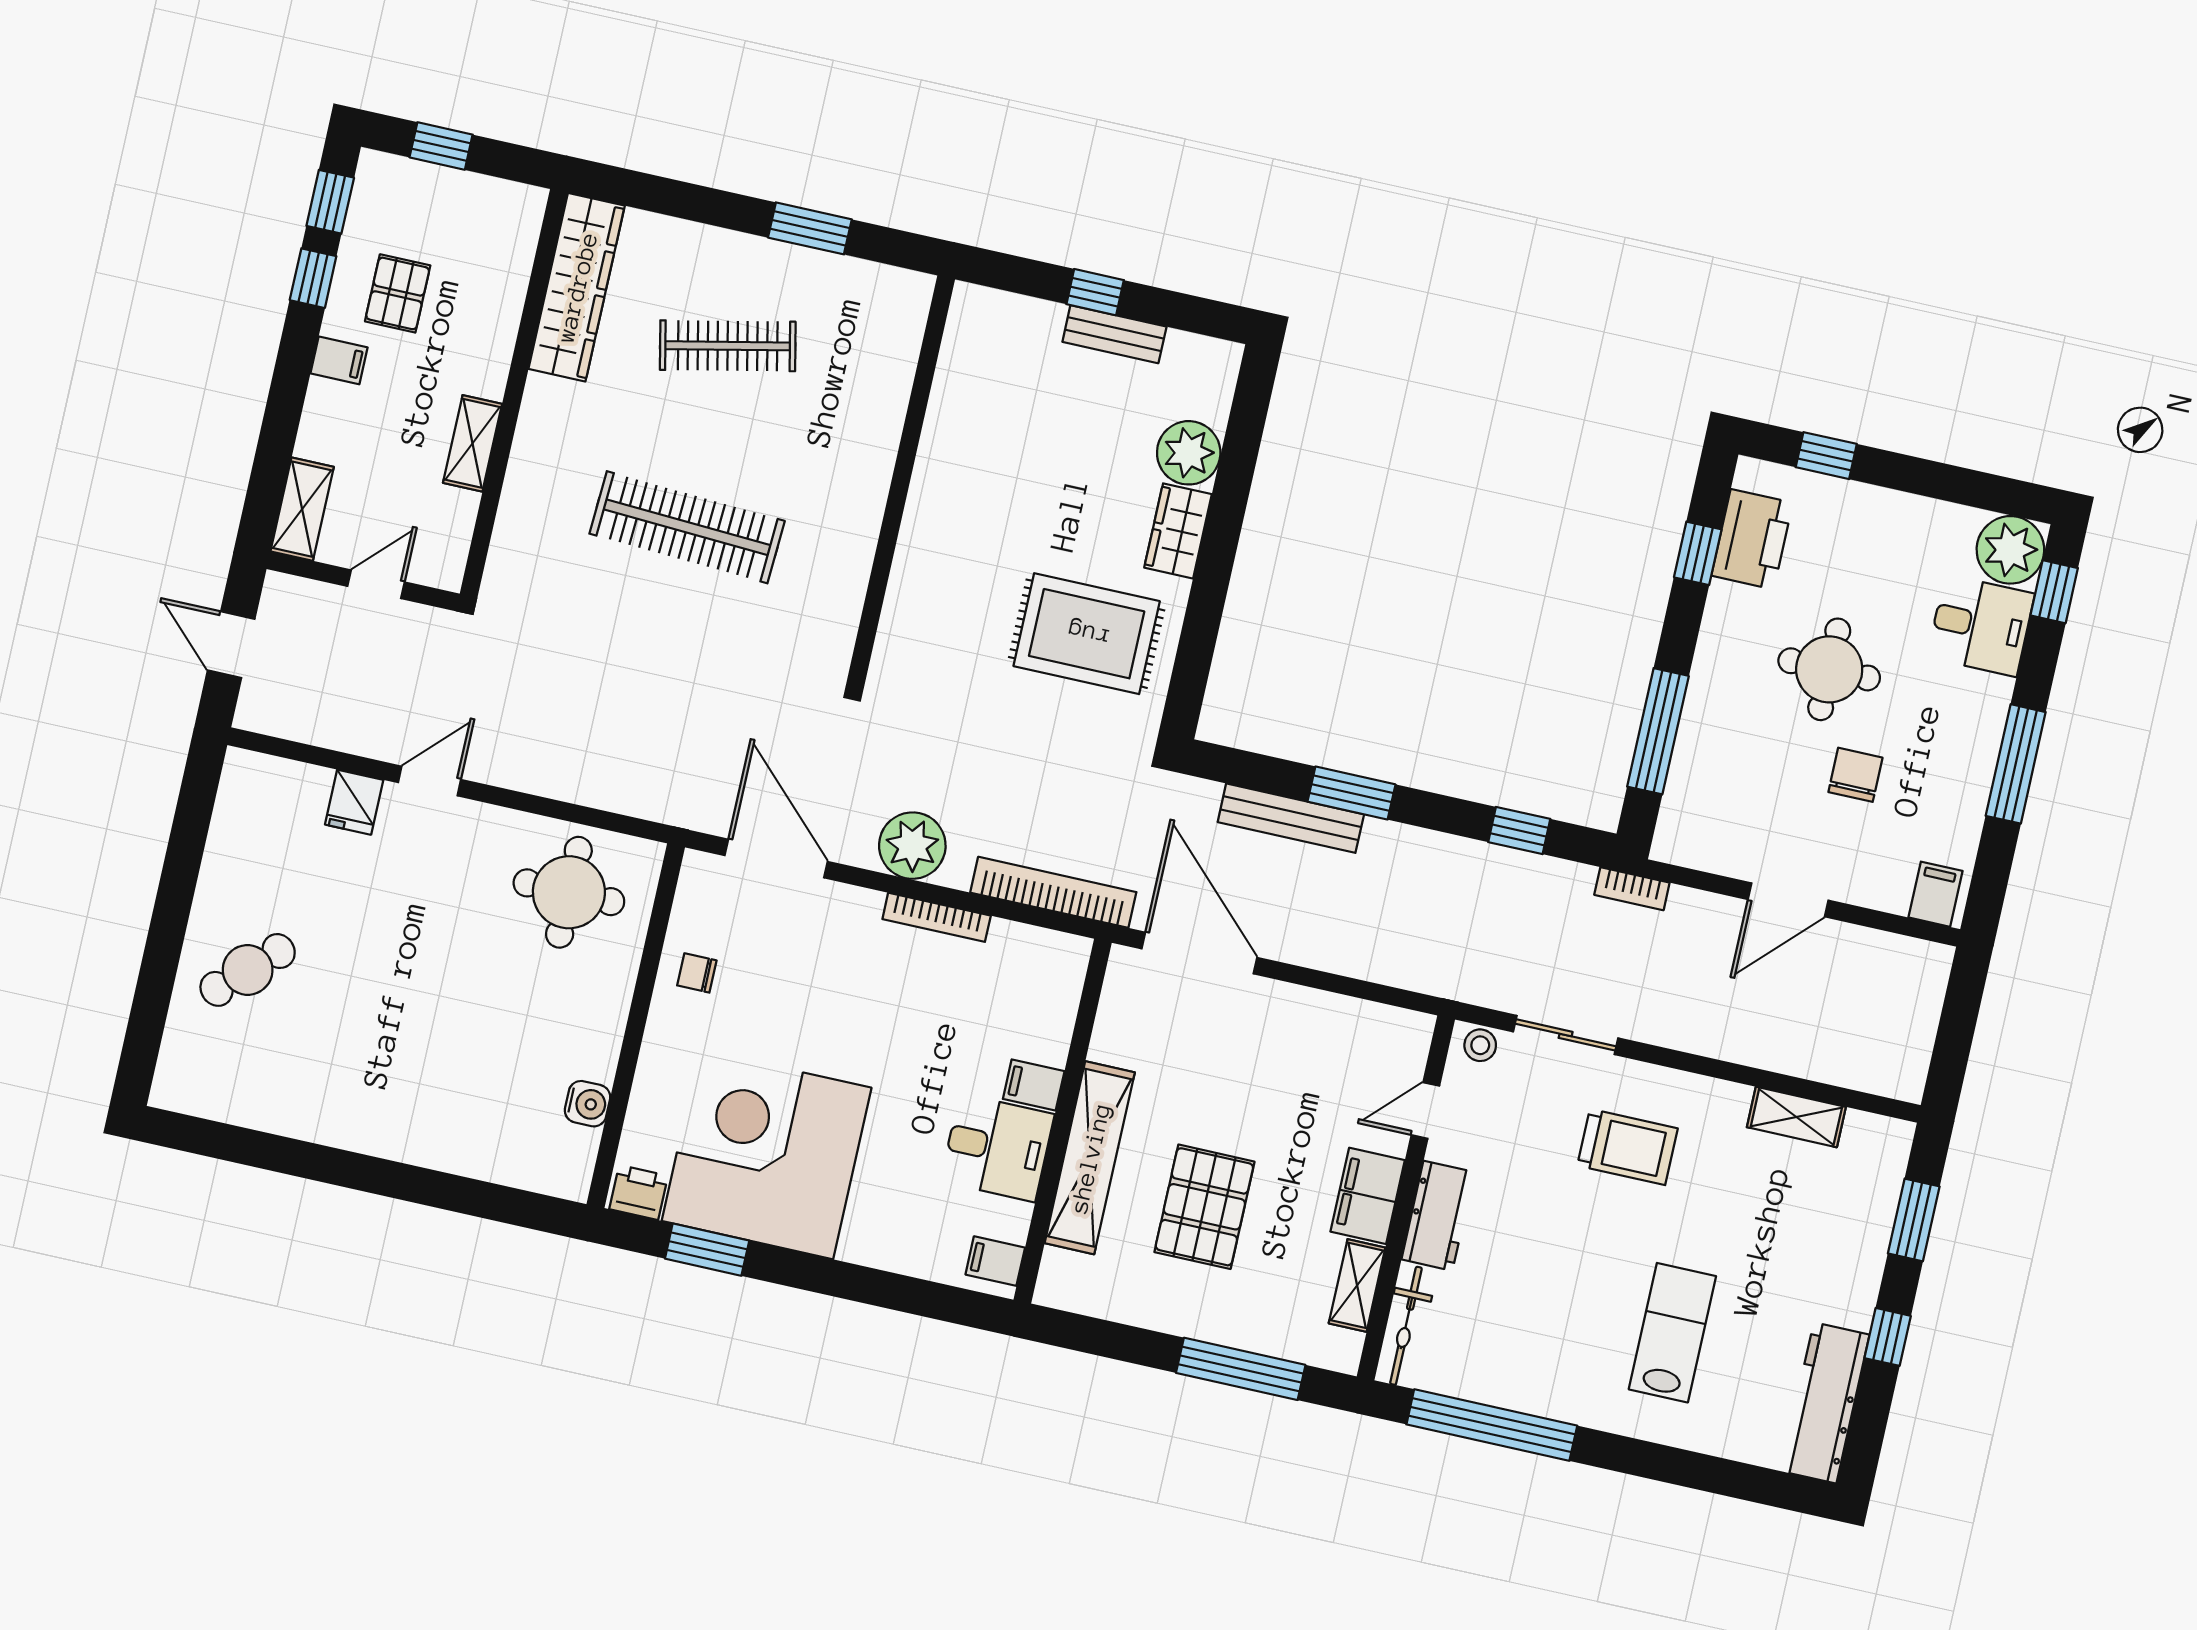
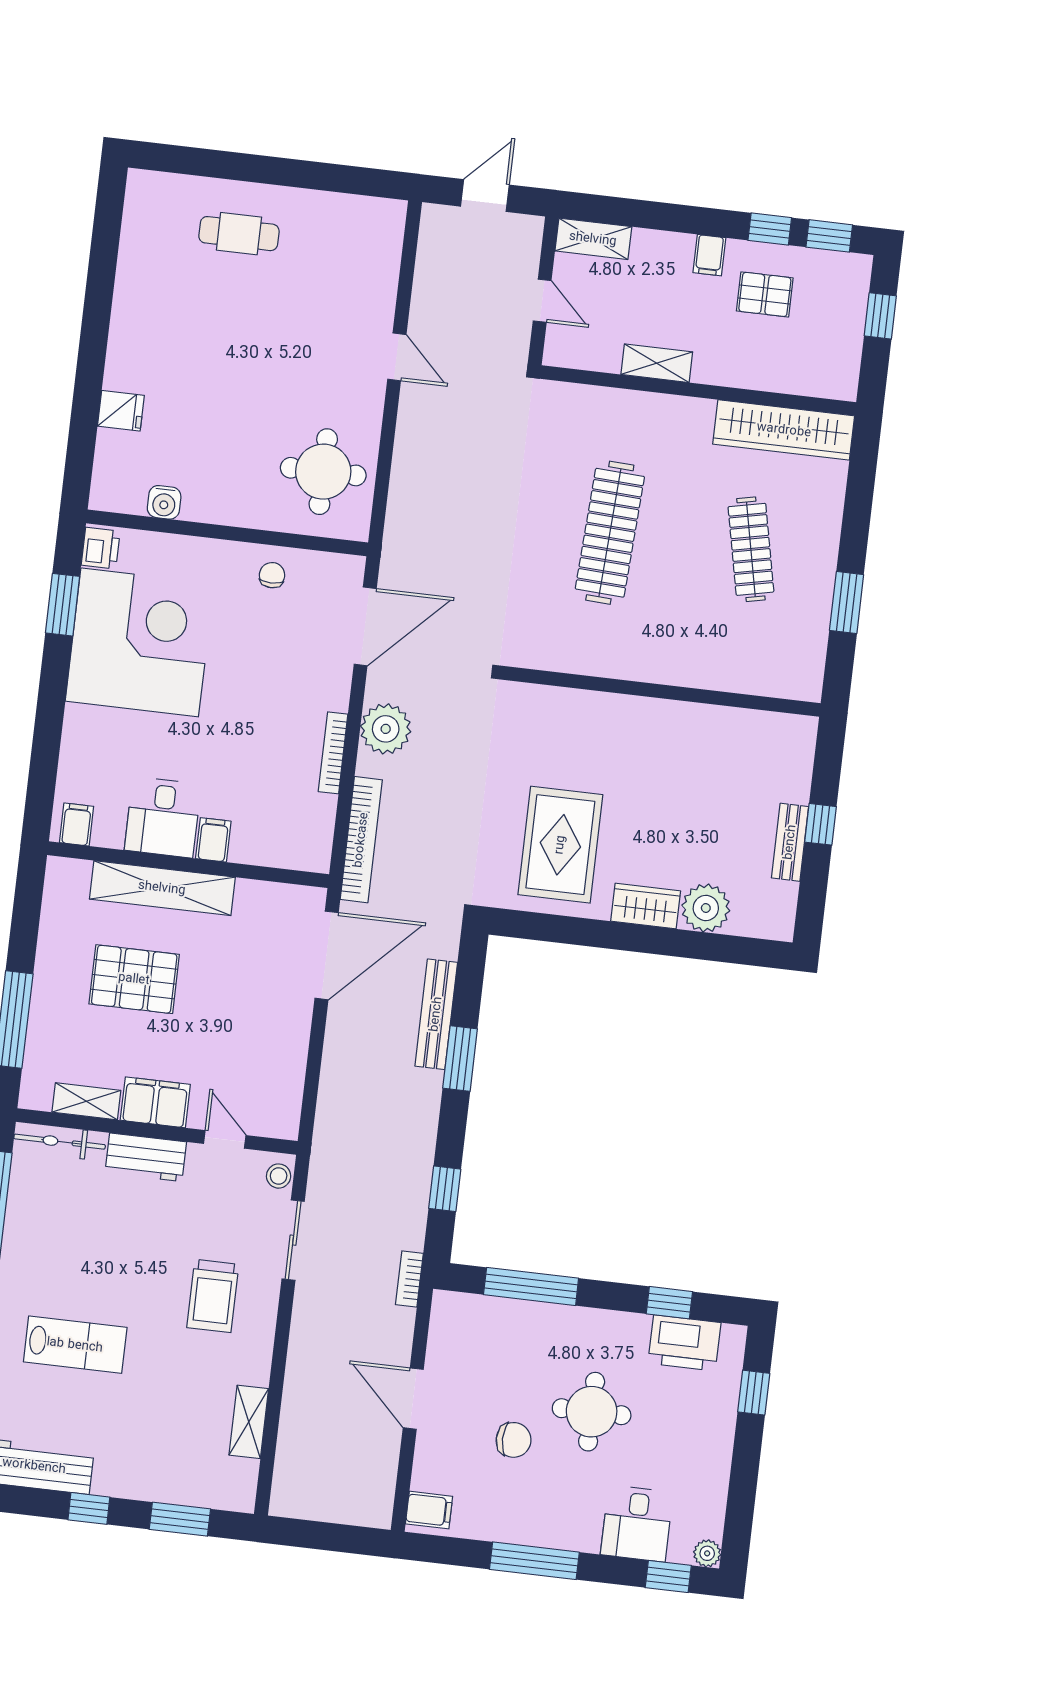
plant: (2010, 550) -> (707, 1553), width x0.53, depth x0.53
fridge: (354, 802) -> (121, 411), moved, turned 180
cafe table: (248, 970) -> (239, 234), turned -46

